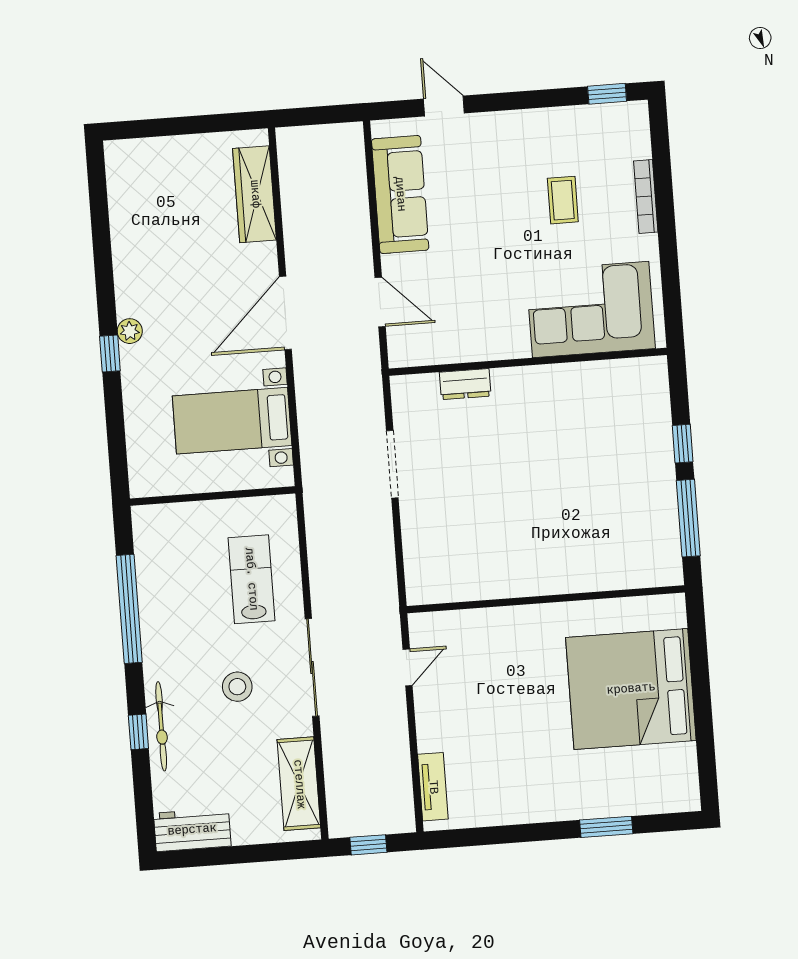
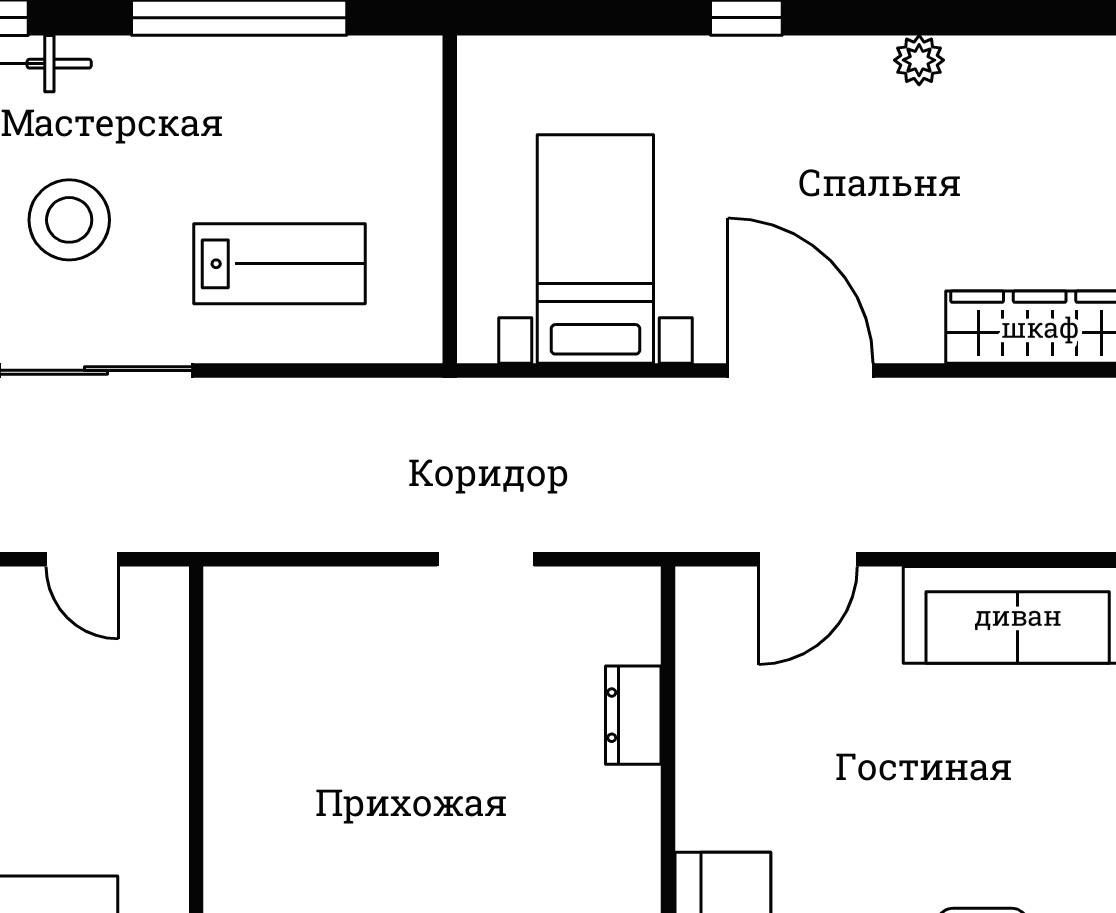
plant: (130, 331) -> (919, 60), moved
doorway: (392, 464) -> (486, 559), width x0.73
stool: (237, 687) -> (69, 220), width x1.38, depth x1.38

